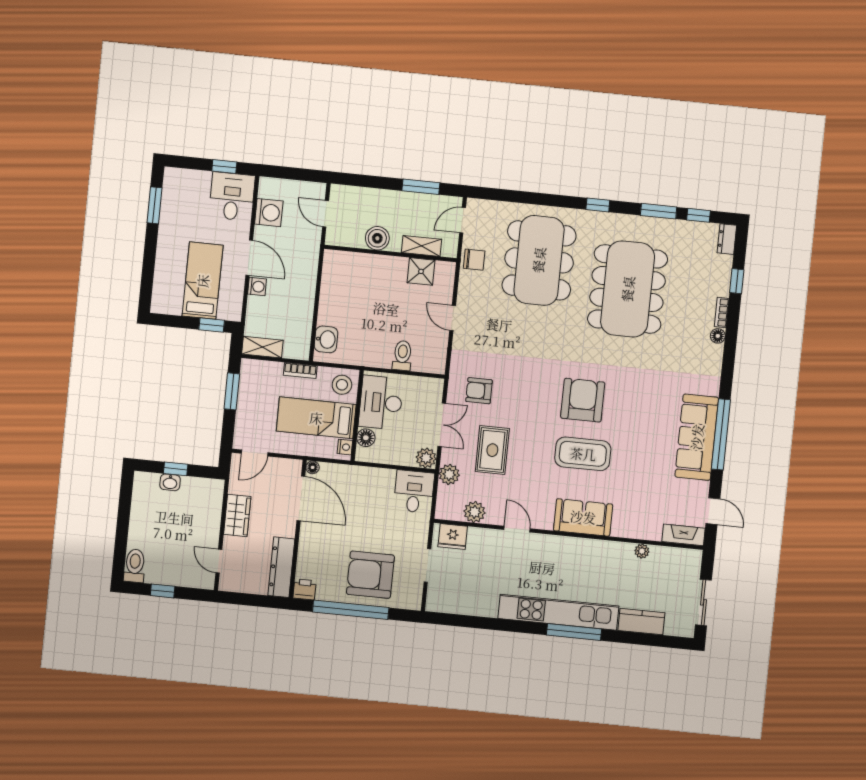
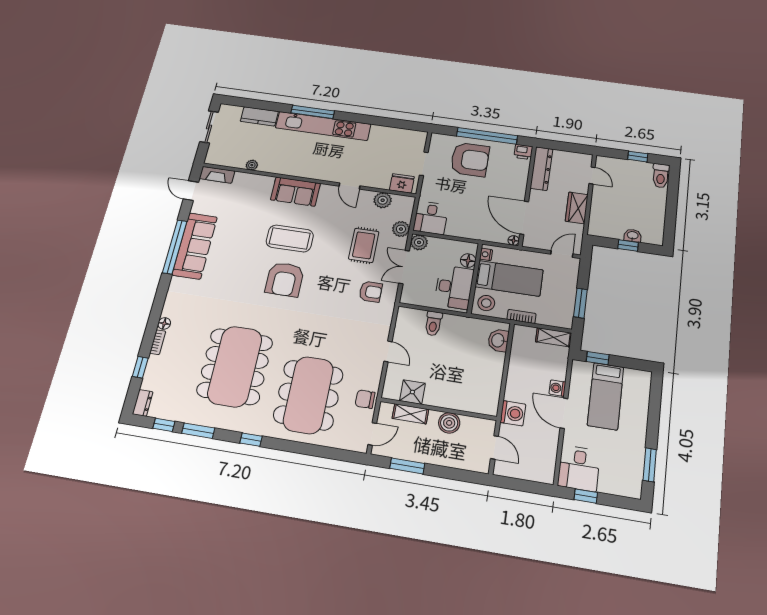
washing machine: (269, 213) -> (513, 413), moved, turned 180

